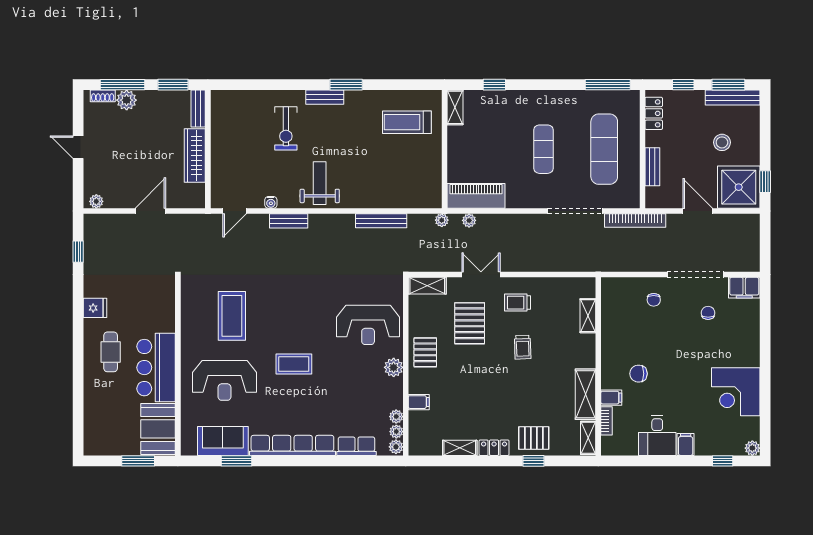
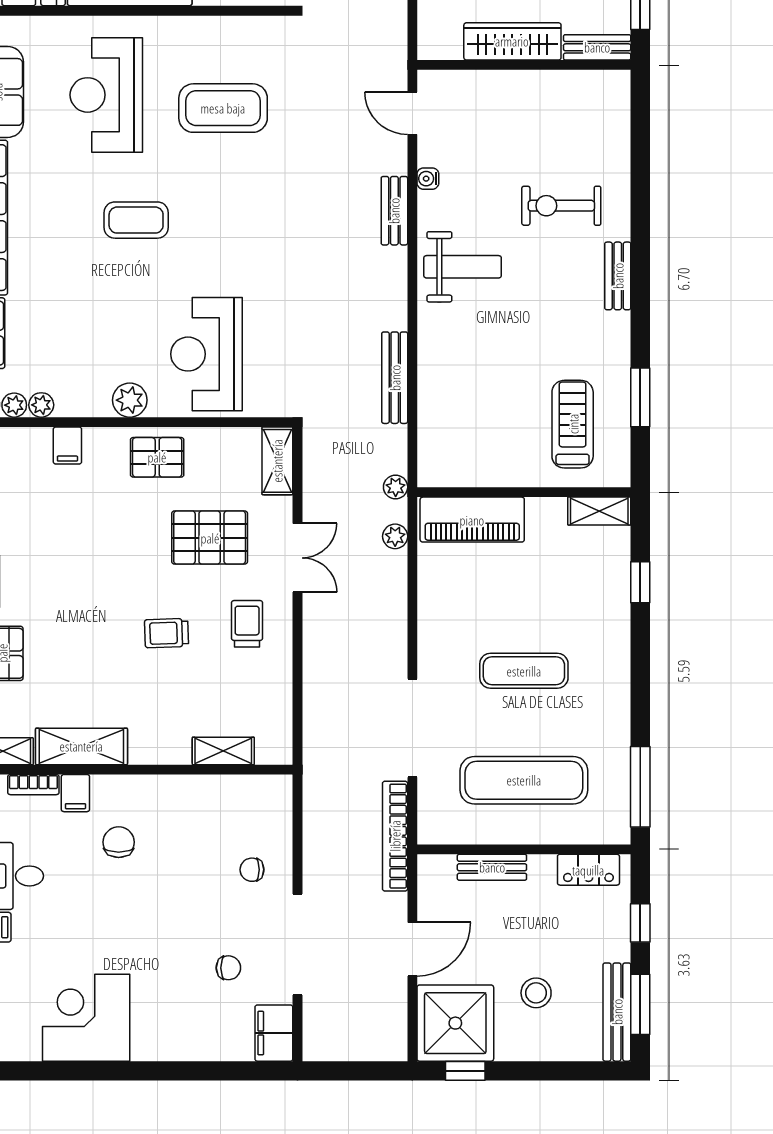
window: (346, 85) -> (640, 397), moved
piano: (476, 196) -> (472, 520), moved, turned 90
coffee table: (294, 364) -> (136, 220), turned 90

